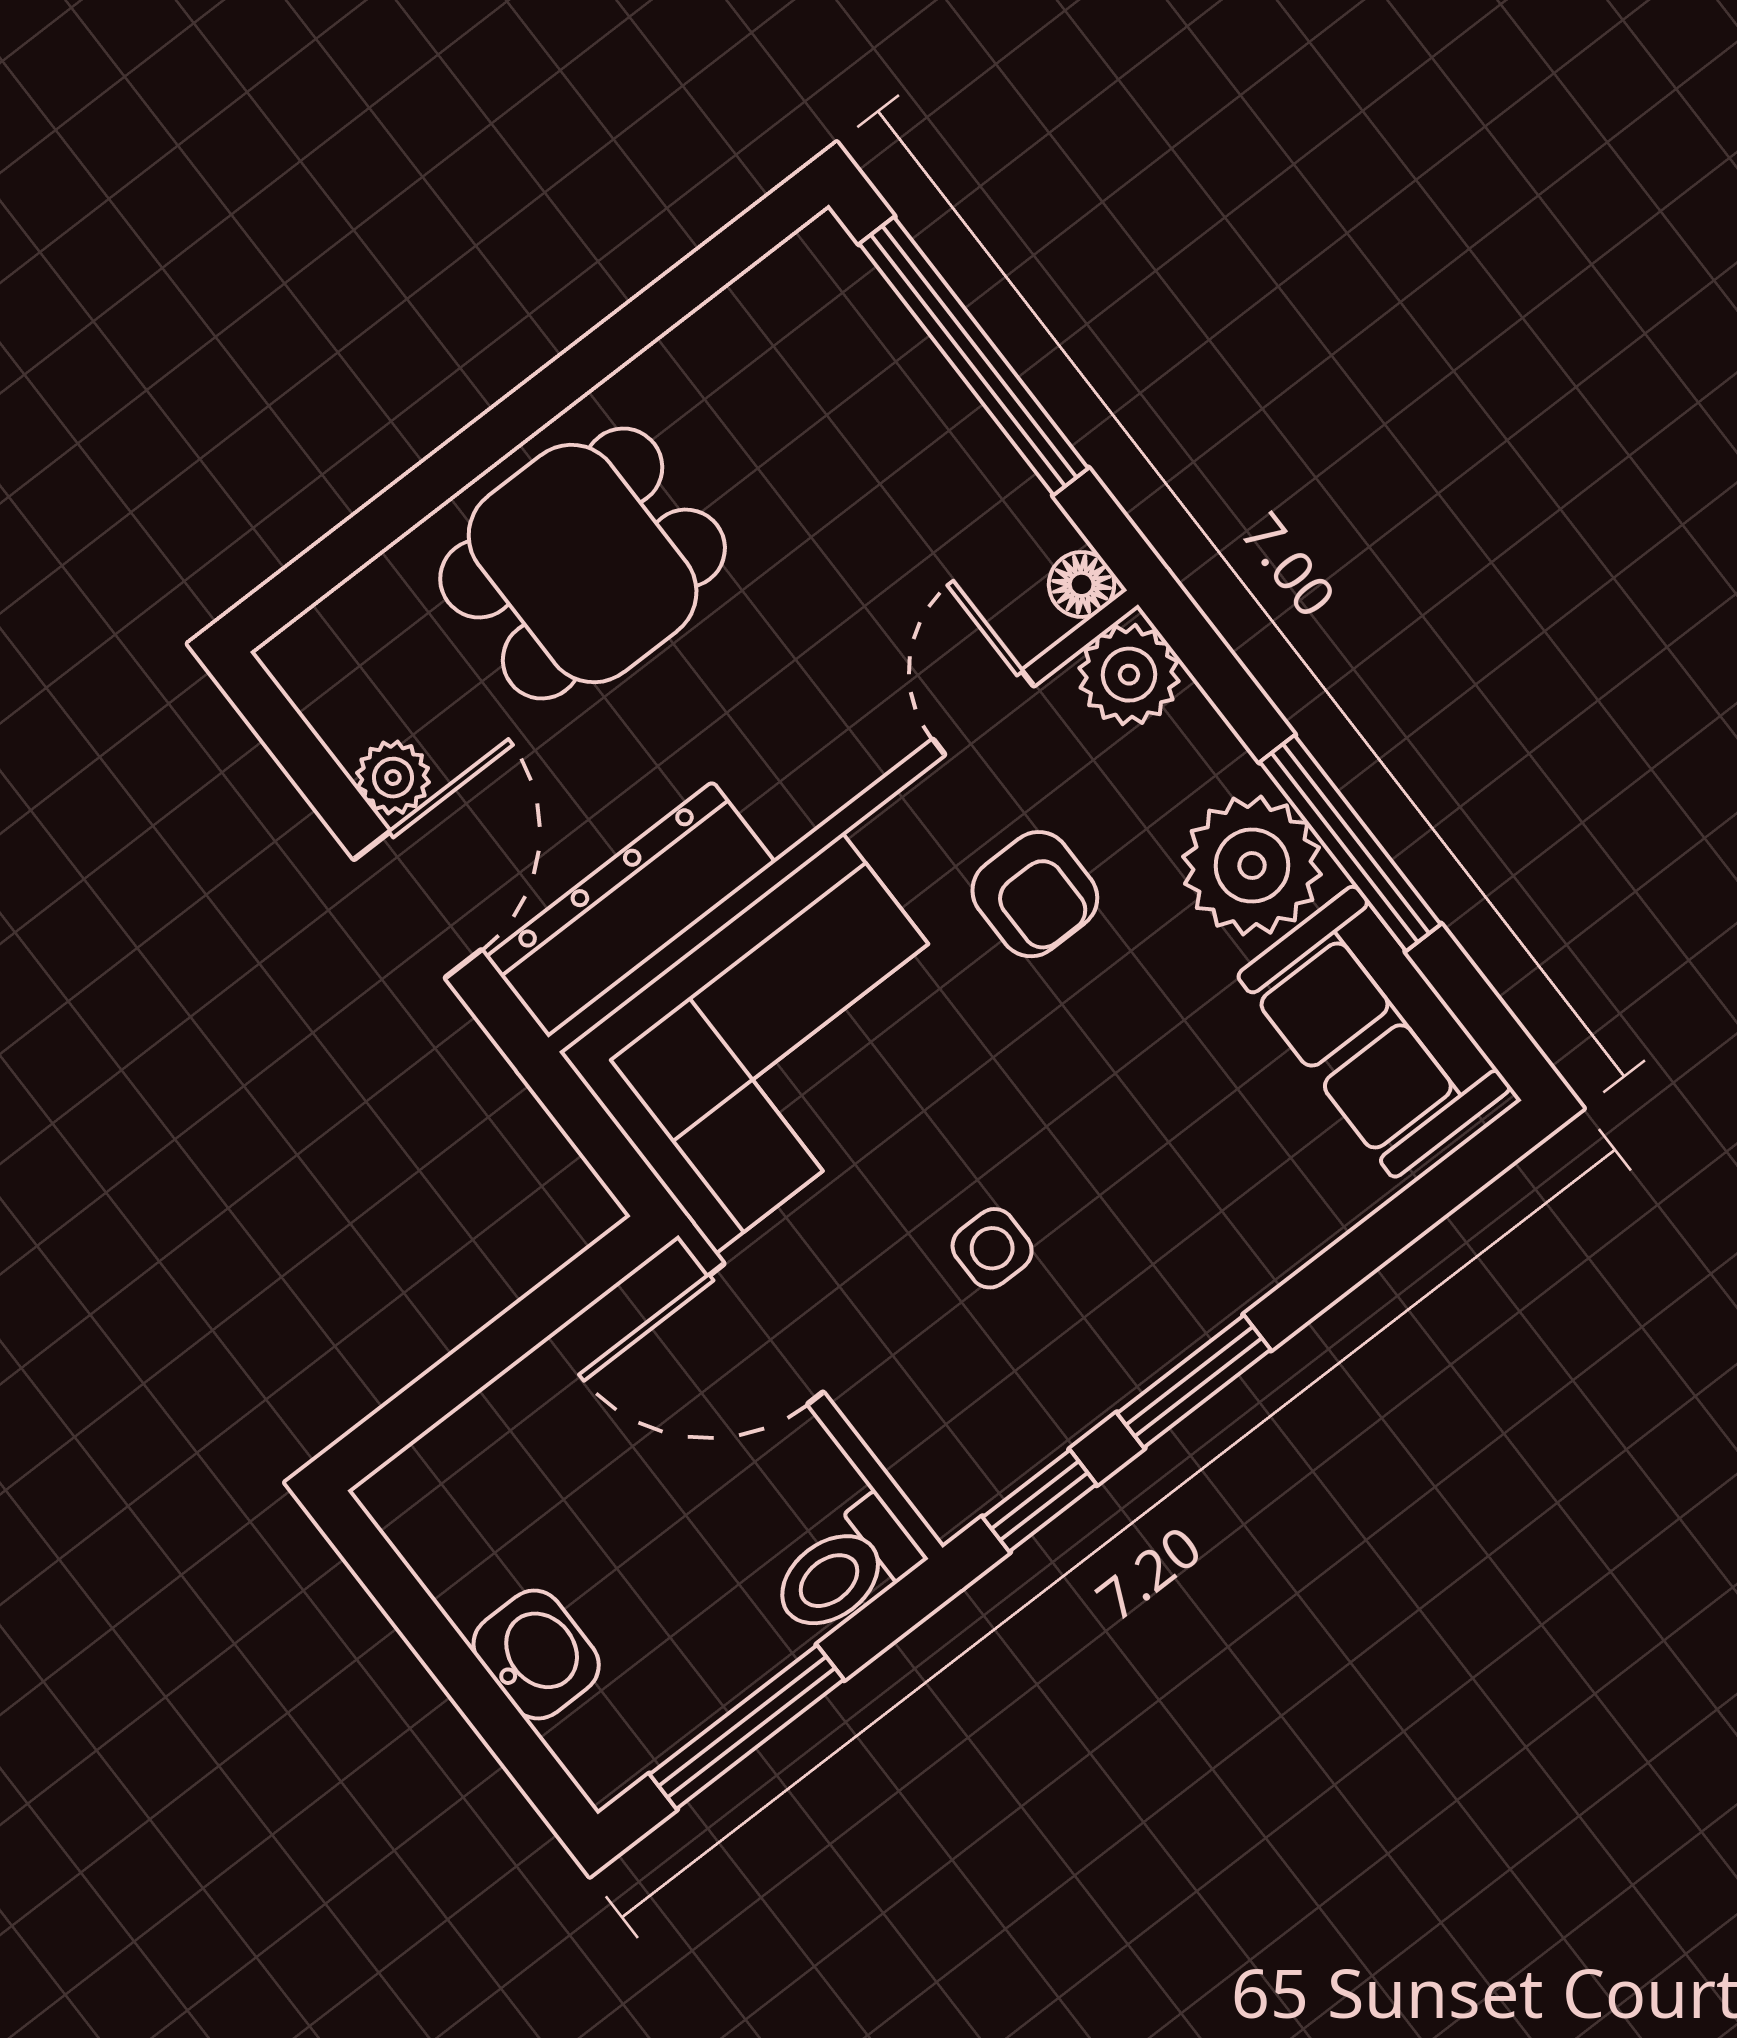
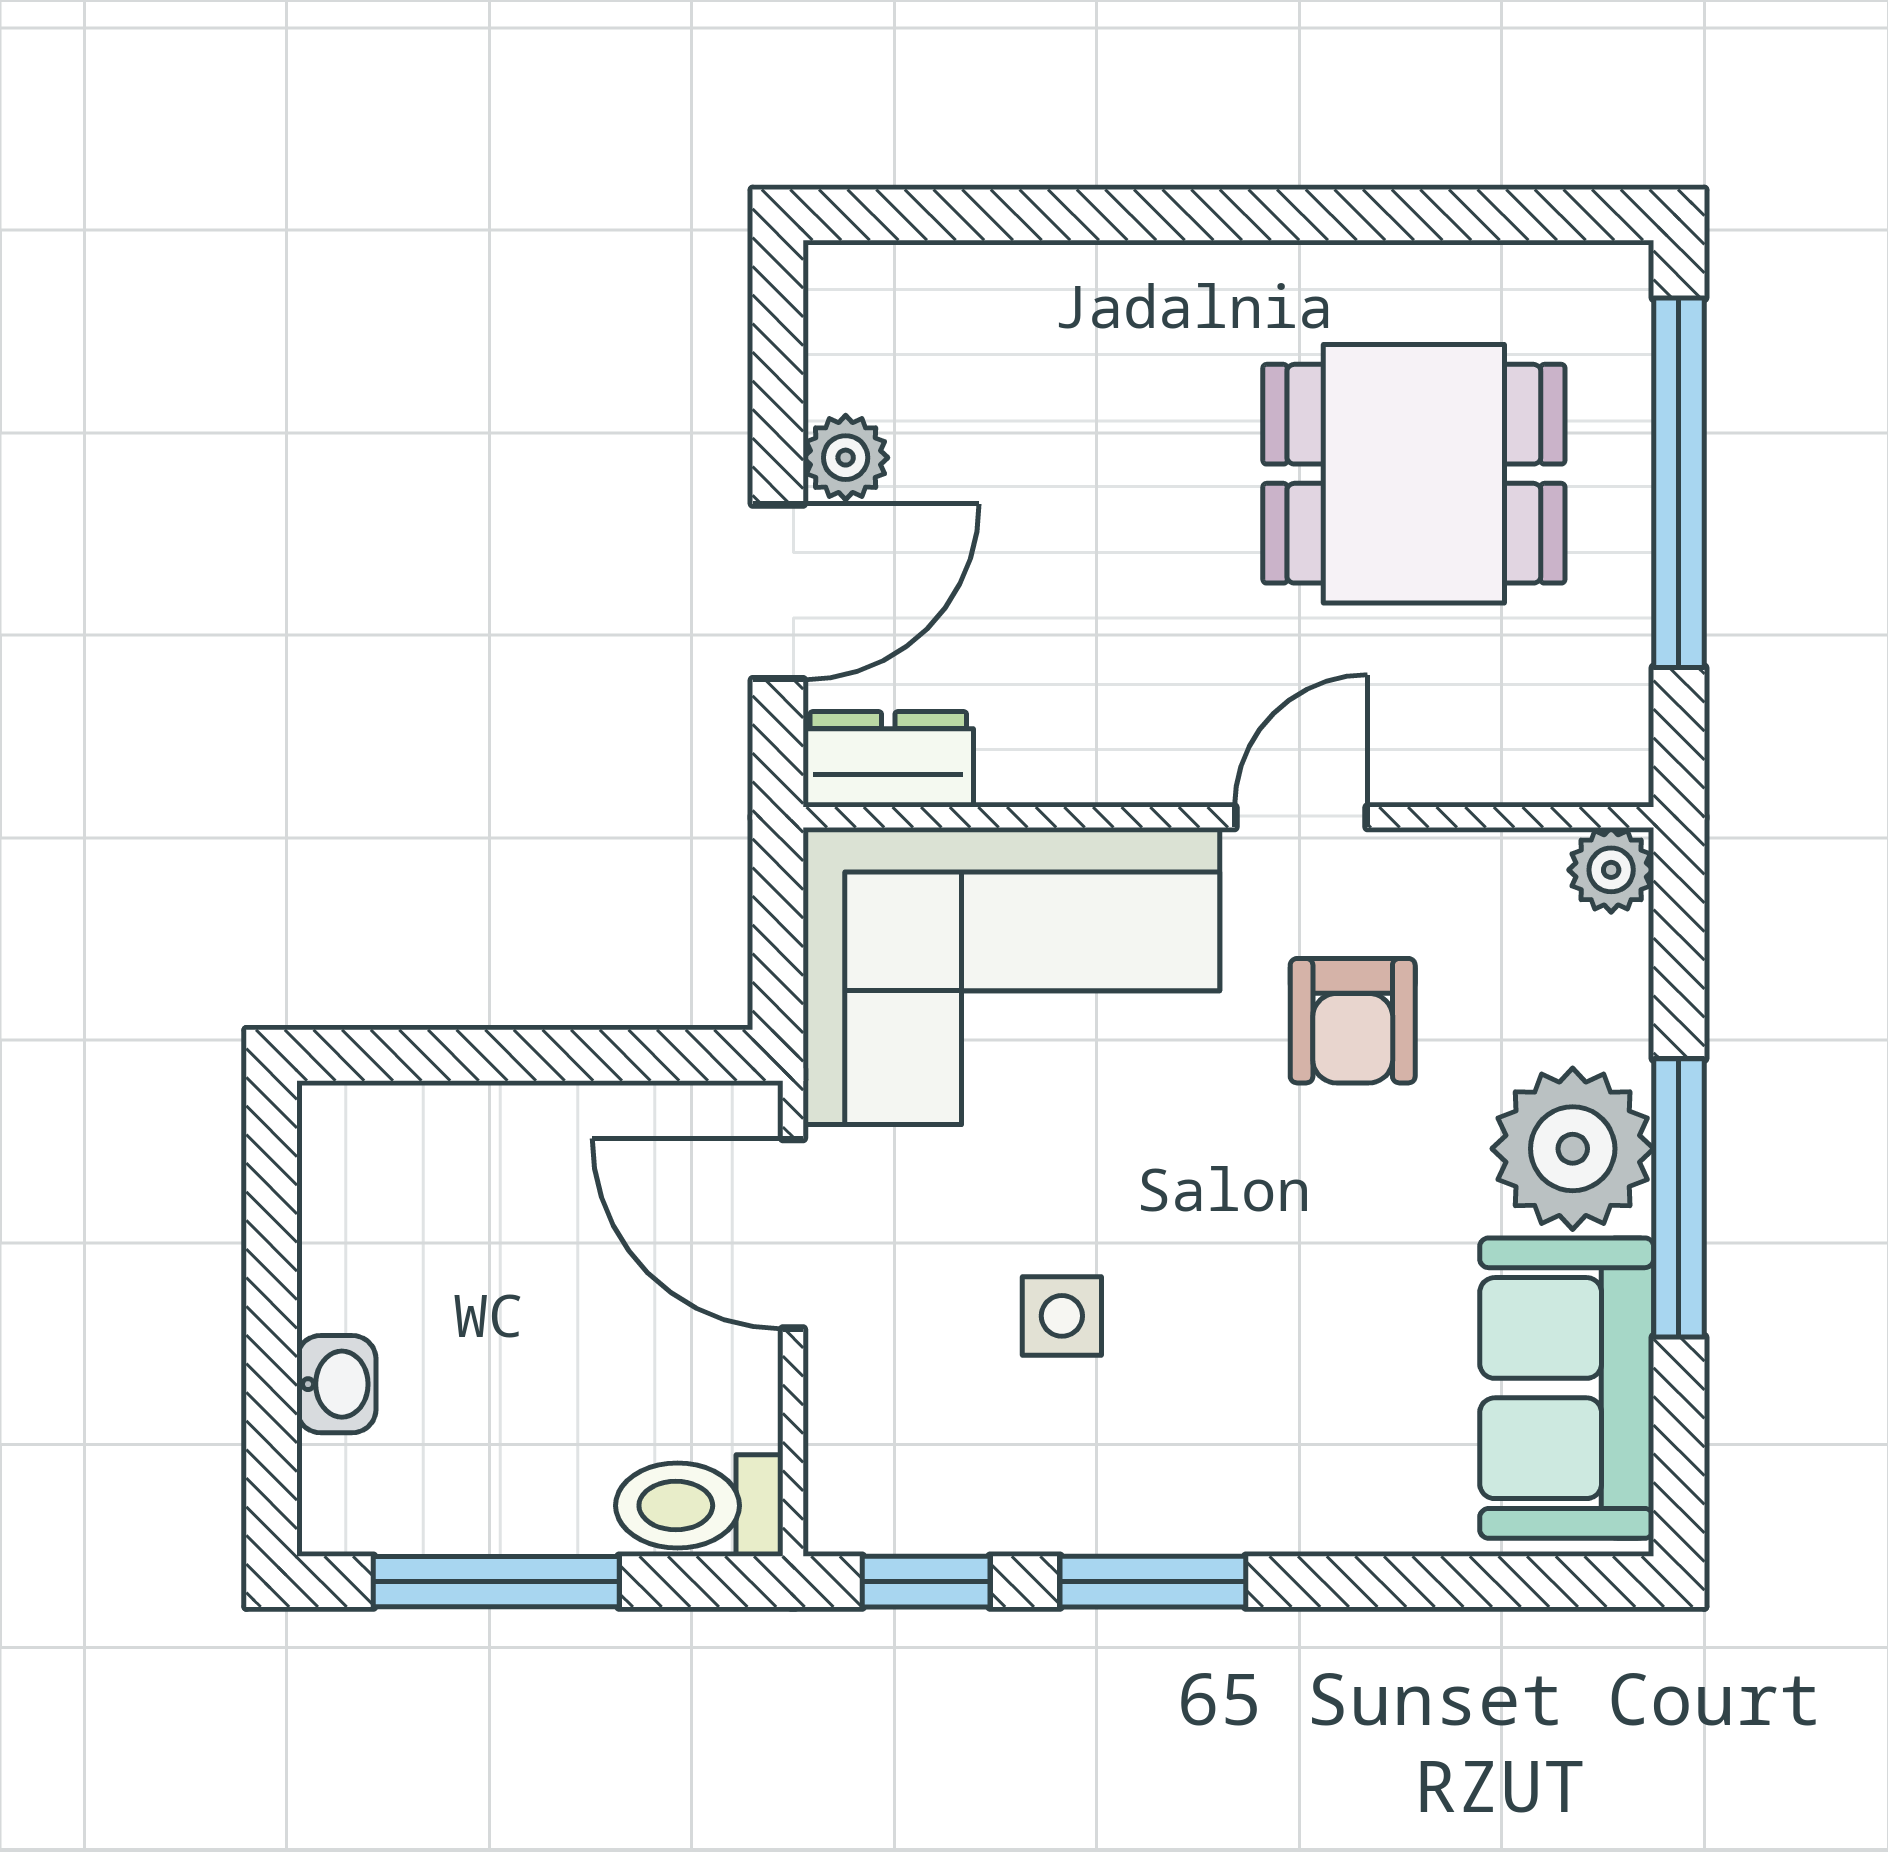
dining table: (583, 564) -> (1414, 474), moved
floor lamp: (1082, 584) -> (1616, 769), removed
plant: (1129, 675) -> (1611, 870), width x0.73, depth x0.73
door: (983, 713) -> (1301, 817), moved
dresser: (630, 910) -> (888, 759), width x0.51, depth x0.80
washbasin: (536, 1655) -> (336, 1384), width x0.72, depth x0.69

